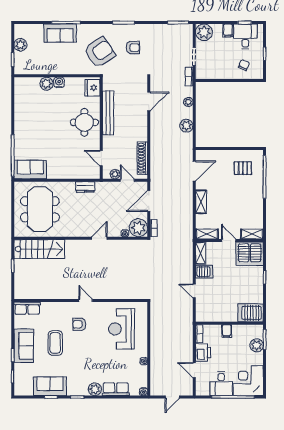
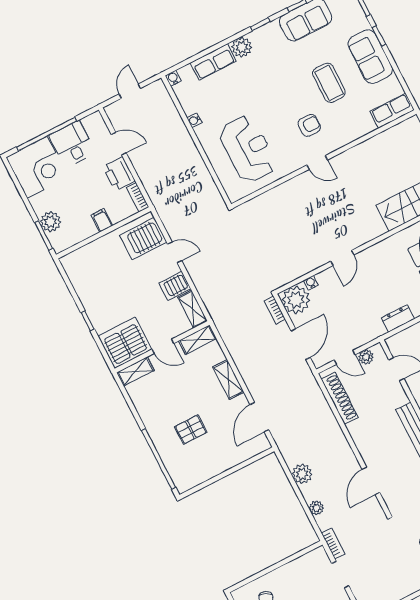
pallet: (243, 168) -> (191, 430), moved
server rack: (251, 313) -> (143, 239), moved, turned 180

